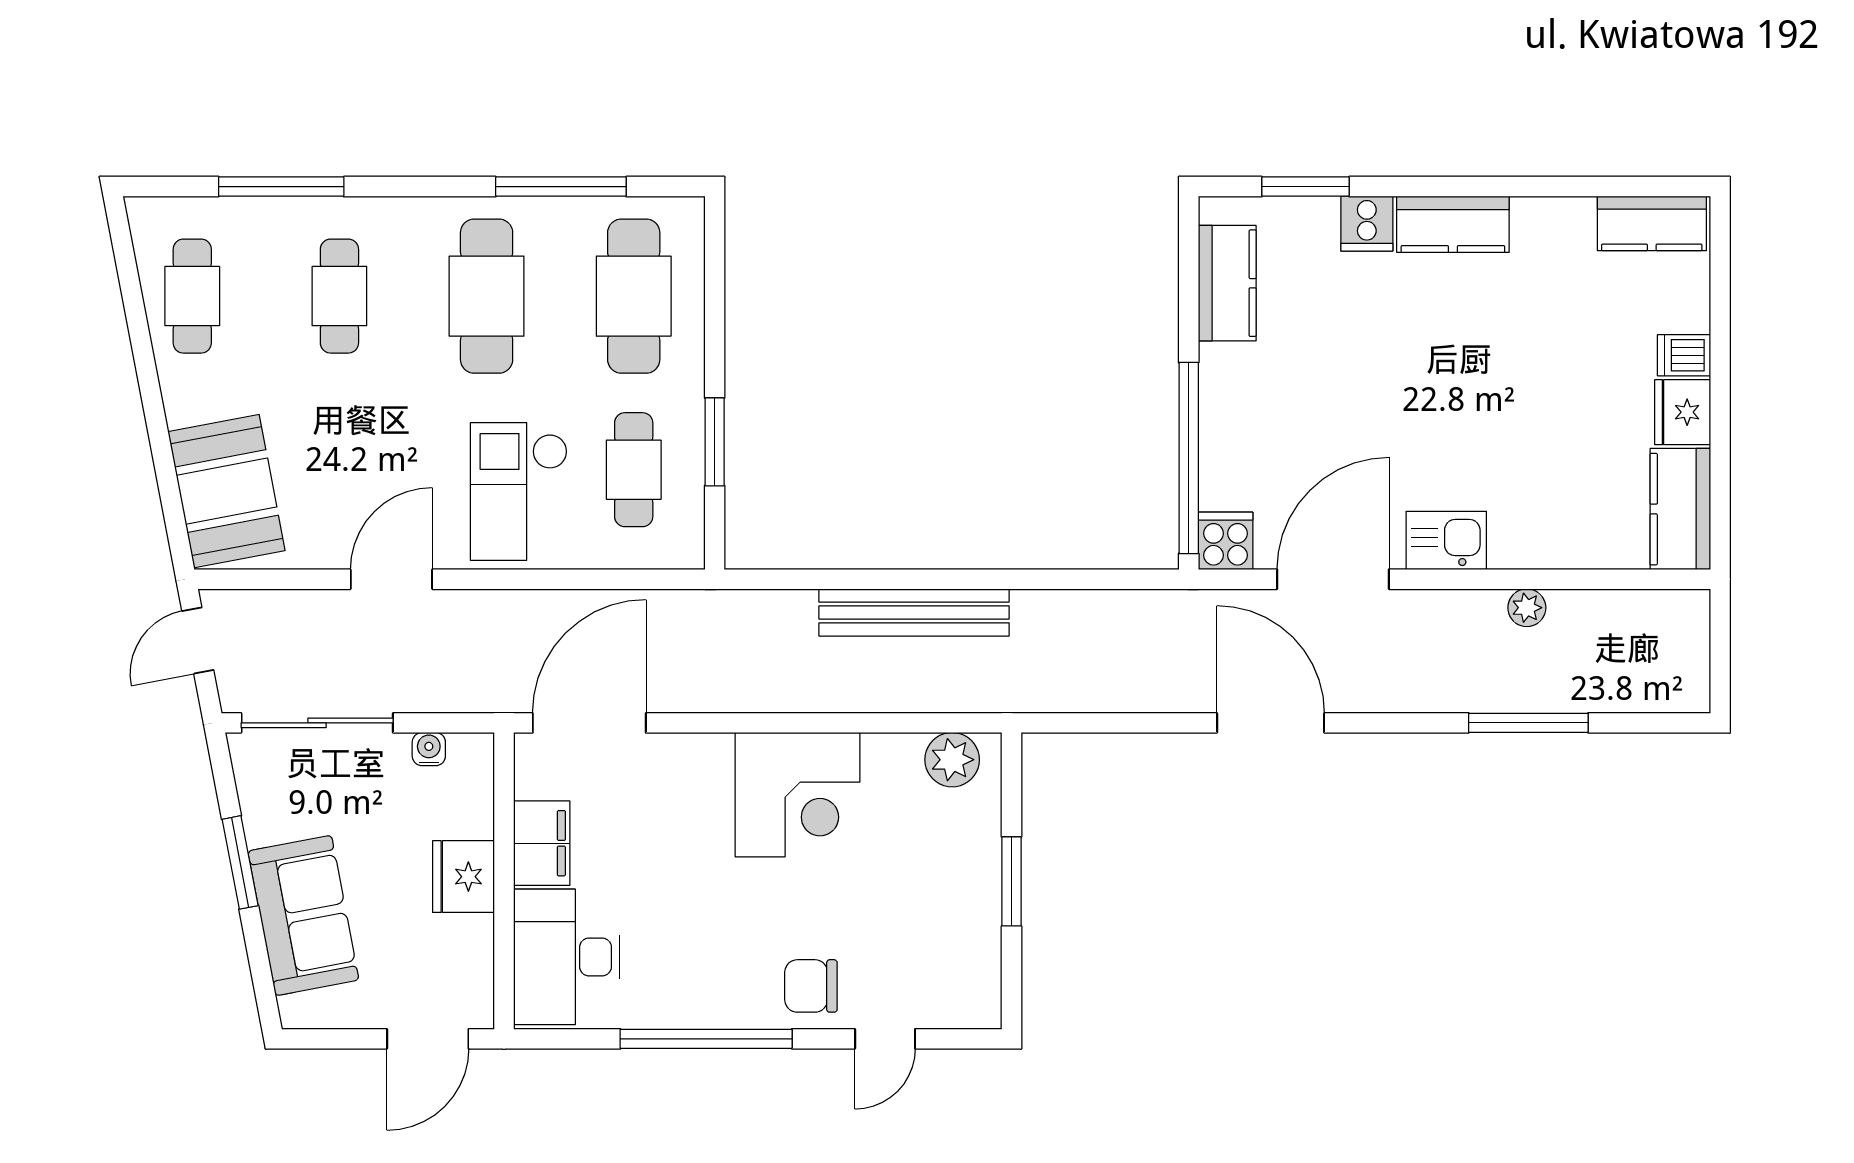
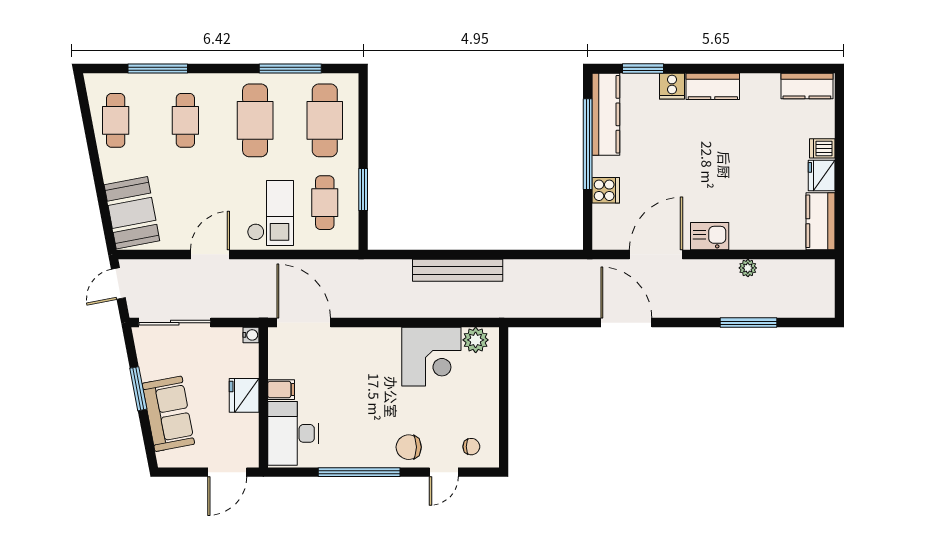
kitchen counter: (1227, 283) -> (606, 114), width x1.50
window: (1189, 458) -> (588, 144), moved
checkout: (519, 491) -> (270, 213), turned 180
cooker: (1226, 541) -> (606, 190), moved, turned 90
door: (589, 723) -> (304, 323), hinge flipped
water cooler: (429, 749) -> (251, 335), moved, turned 90
corner desk: (798, 795) -> (431, 357), moved
filing cabinet: (542, 843) -> (281, 390), width x0.50
window: (1012, 881) -> (504, 398), removed
chair: (943, 985) -> (471, 447), added

